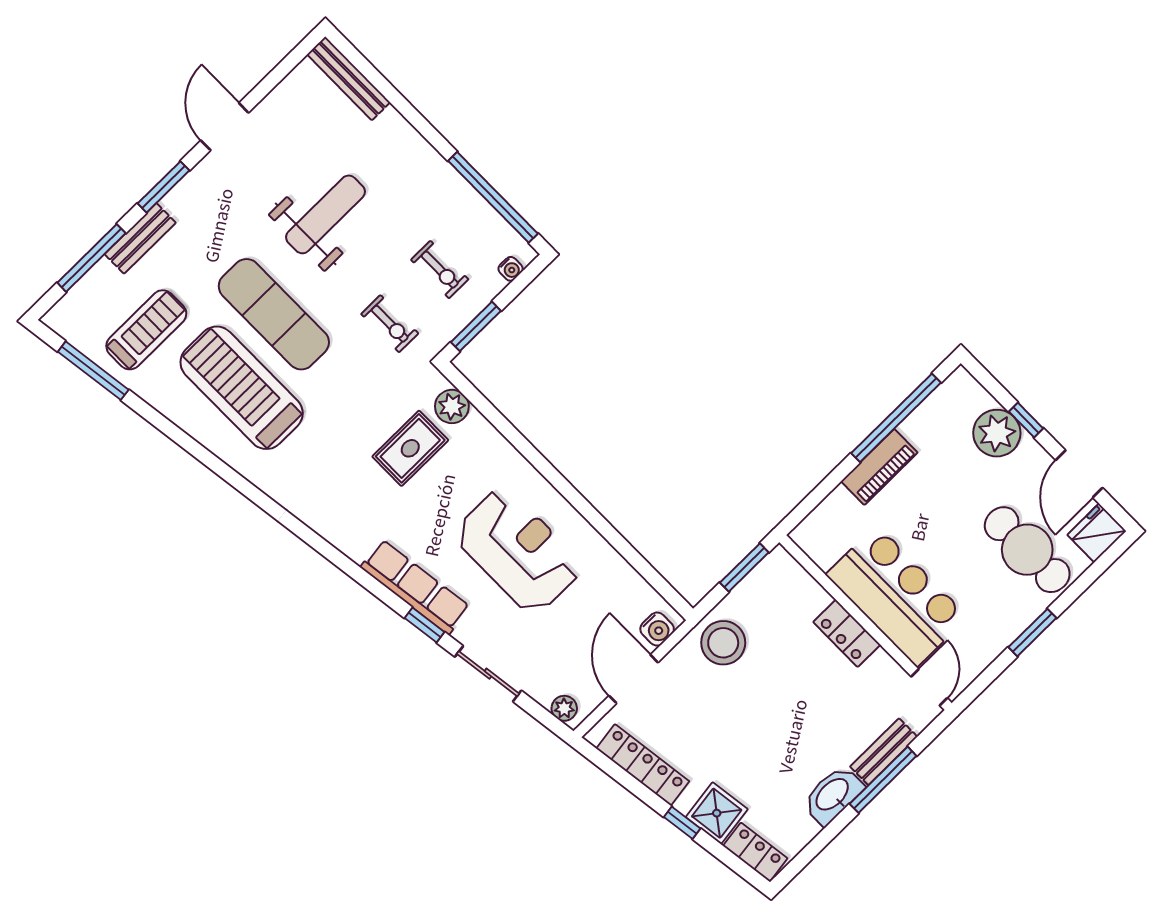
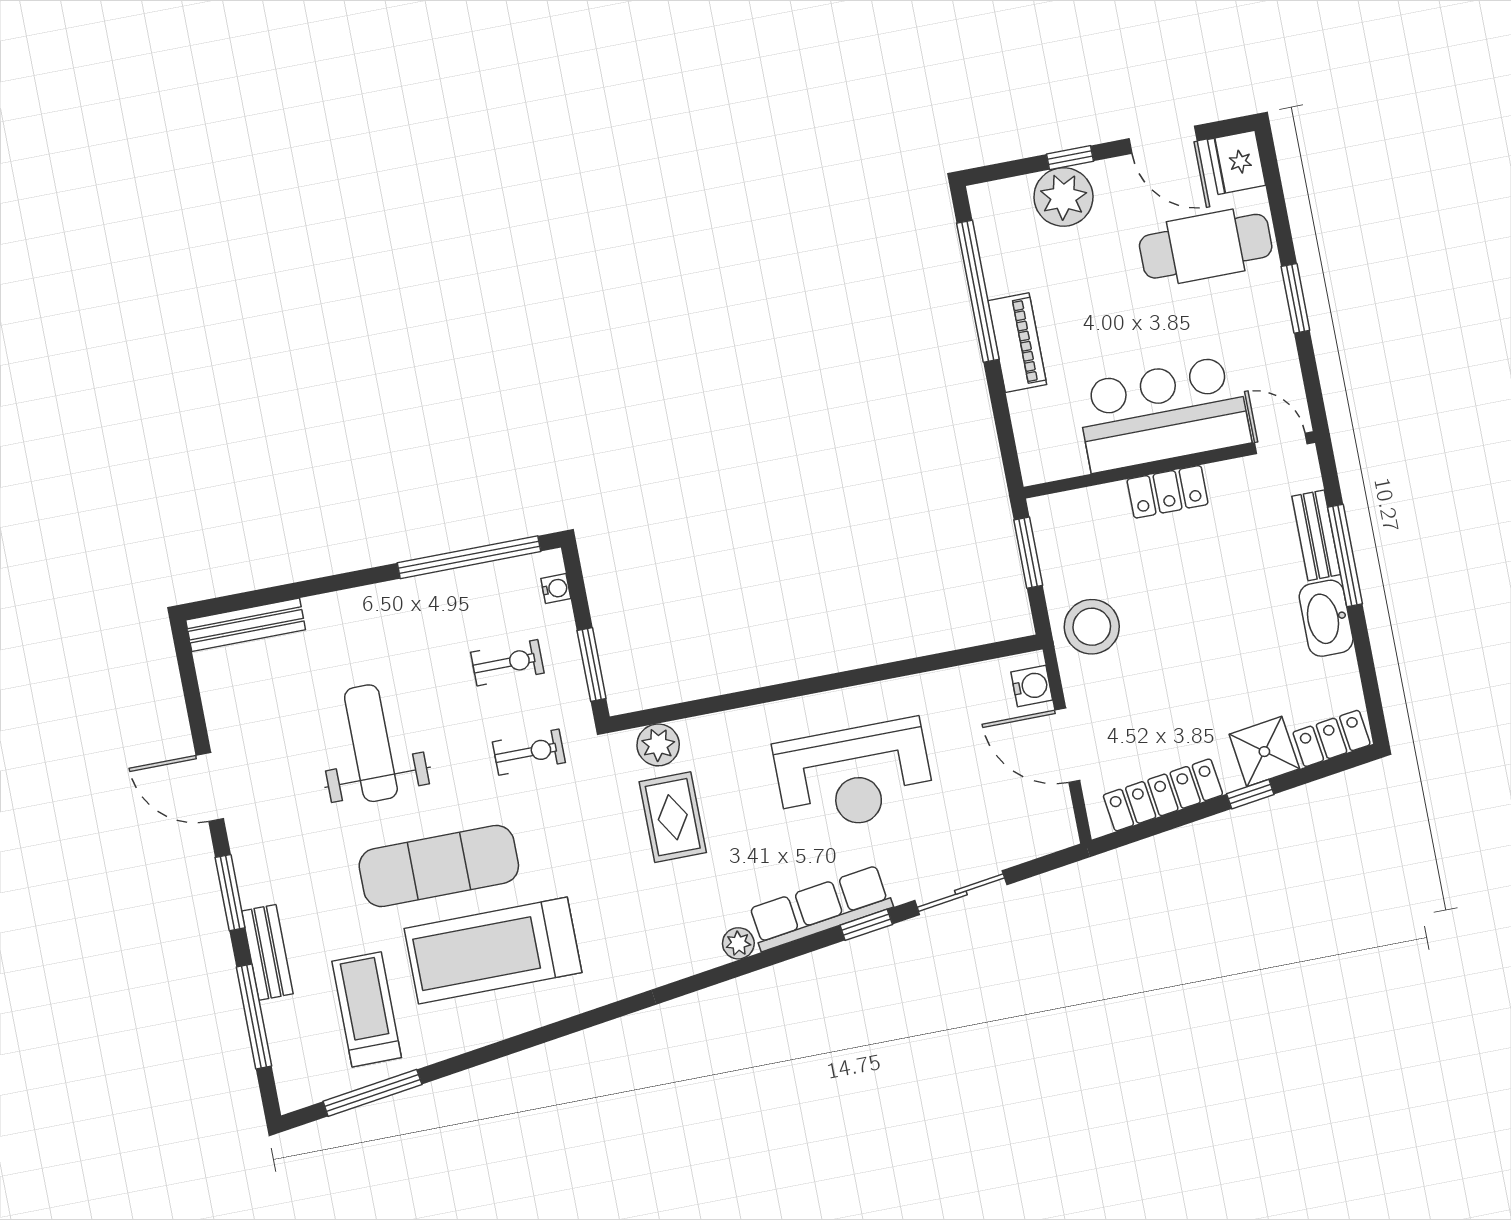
reception desk: (518, 551) -> (854, 776), turned 180
plant: (564, 708) -> (738, 943), moved

